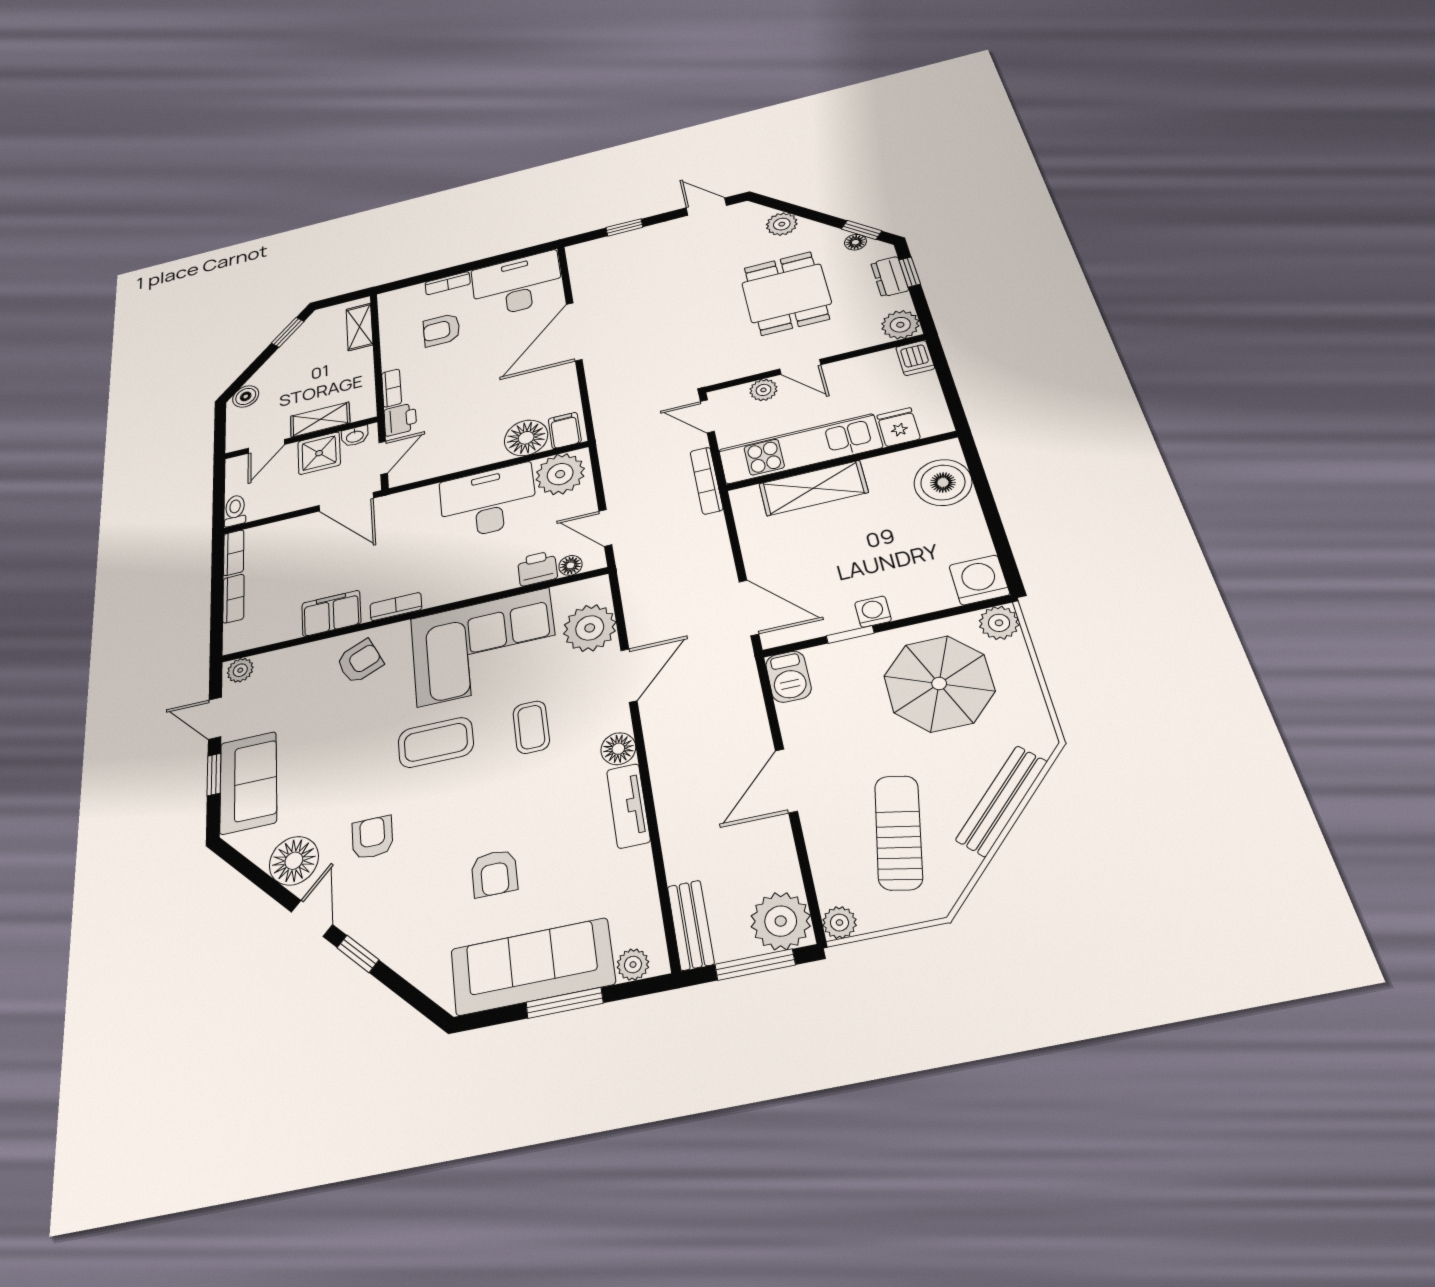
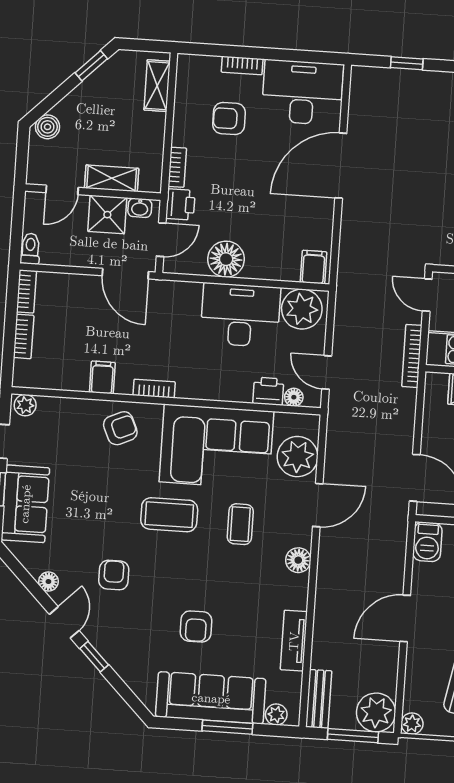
floor lamp: (526, 438) -> (226, 259), moved
filing cabinet: (331, 613) -> (102, 377), width x0.50
tv unit: (628, 806) -> (294, 641), moved
floor lamp: (294, 861) -> (48, 582), width x0.53, depth x0.53

